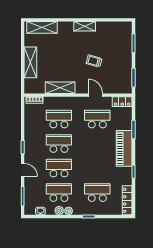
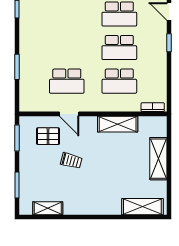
shelving: (85, 26) -> (48, 208), moved
pallet: (111, 79) -> (48, 136), added
locker: (122, 102) -> (33, 105), removed
piano: (124, 148) -> (30, 41), removed

